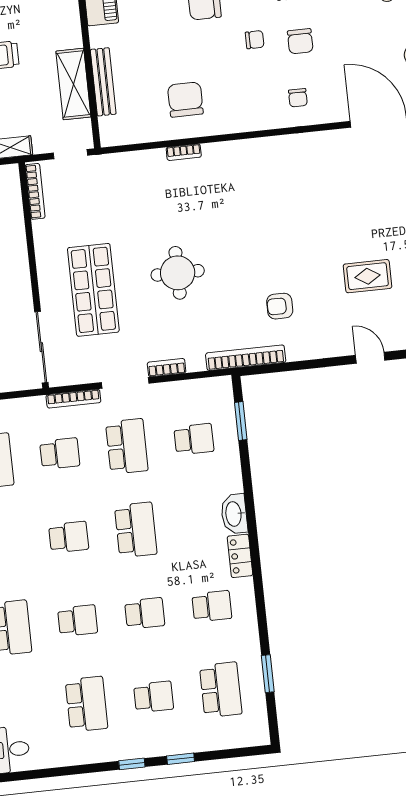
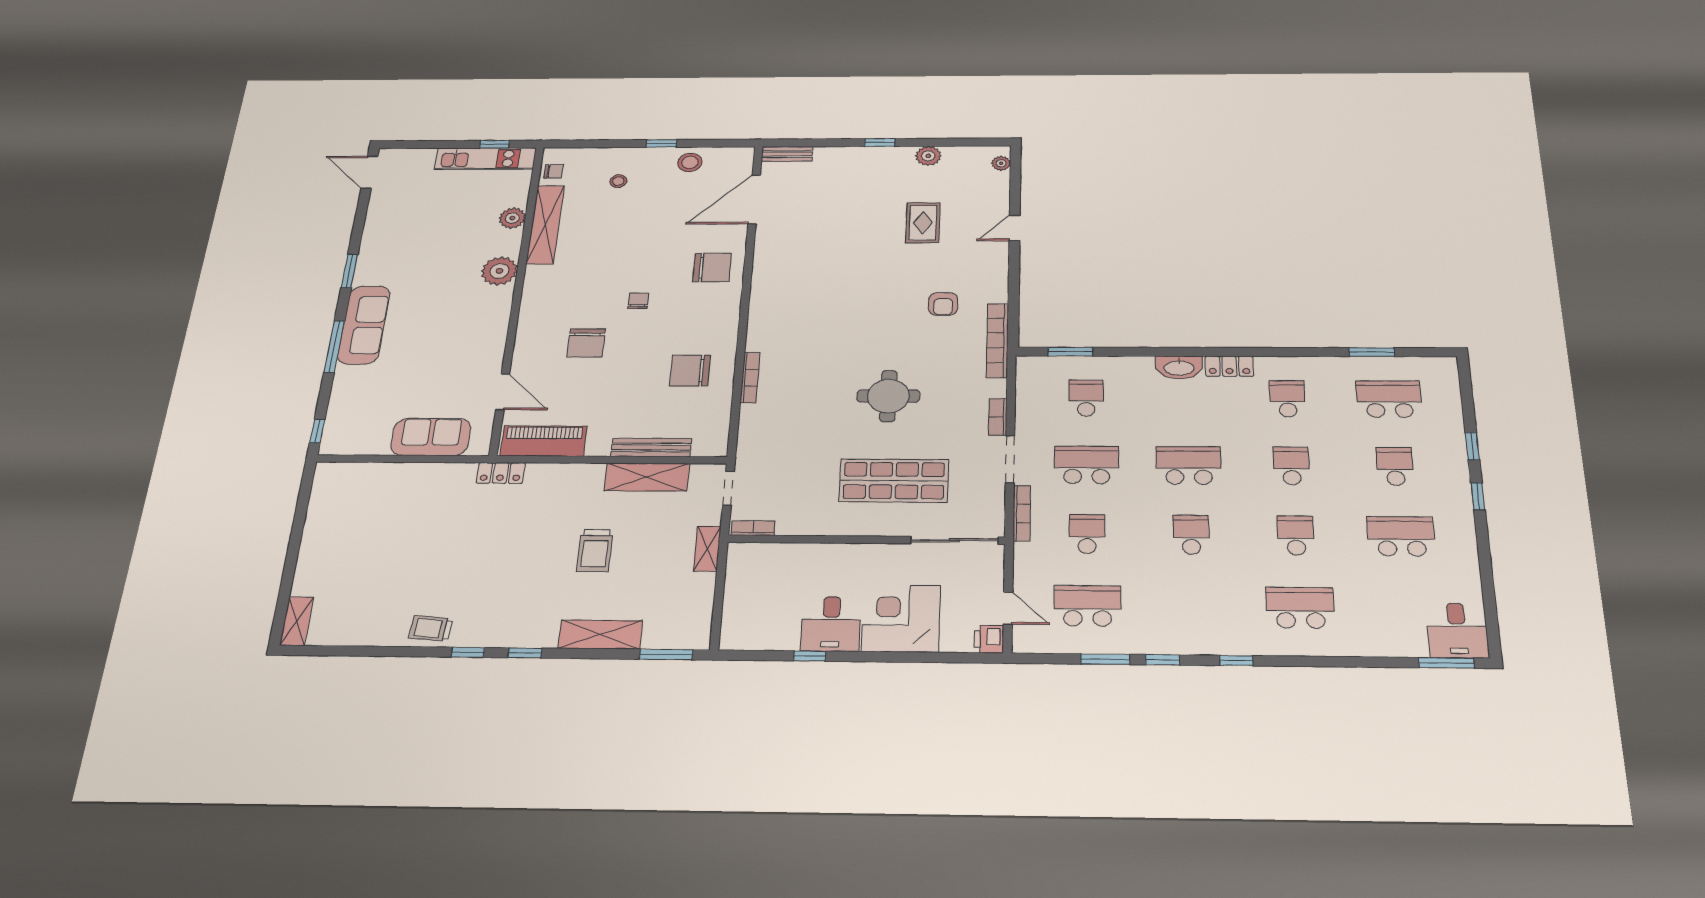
chair: (300, 41) -> (650, 260), removed
chair: (298, 98) -> (712, 268), width x1.87, depth x1.87
bookcase: (184, 152) -> (750, 378), width x1.56
bookcase: (35, 191) -> (753, 528), width x0.64

